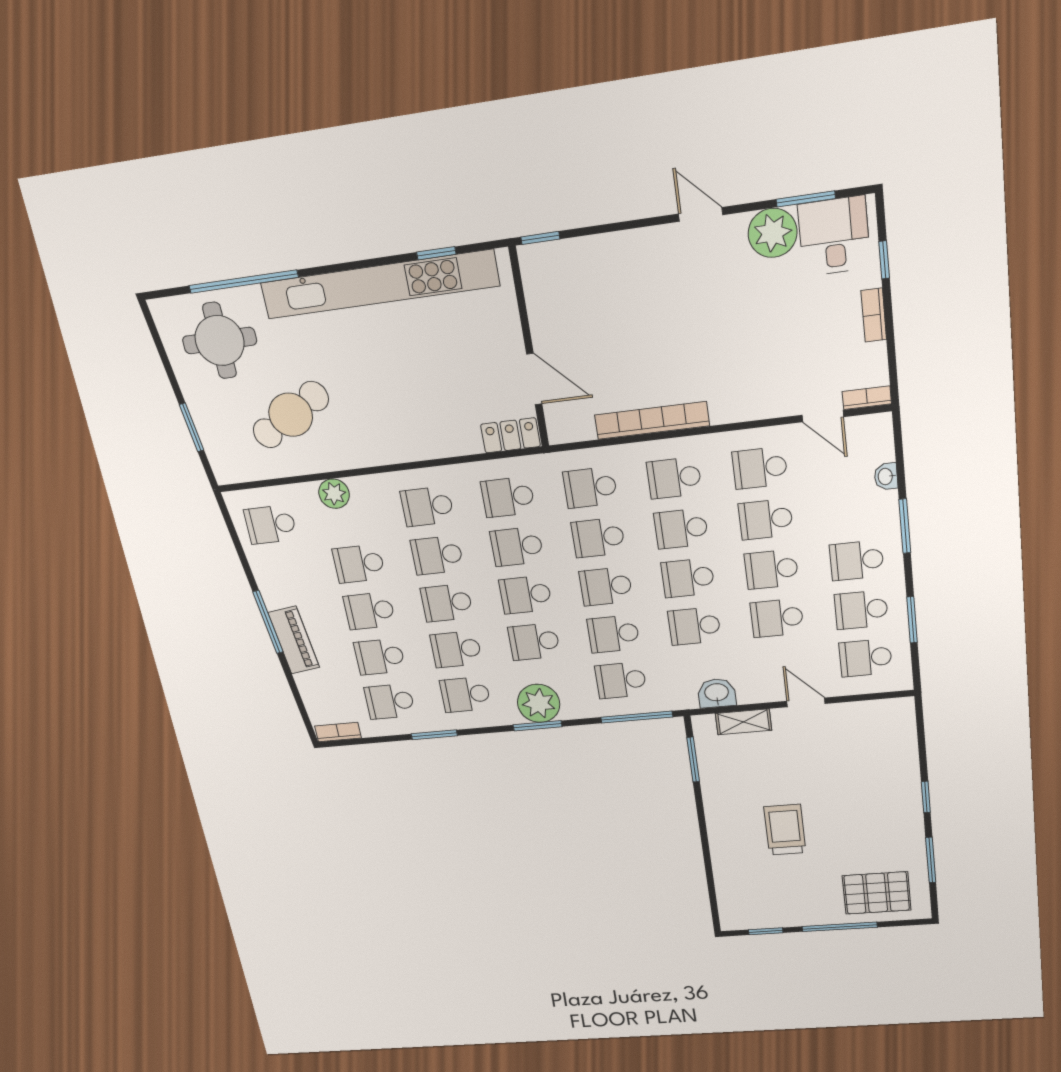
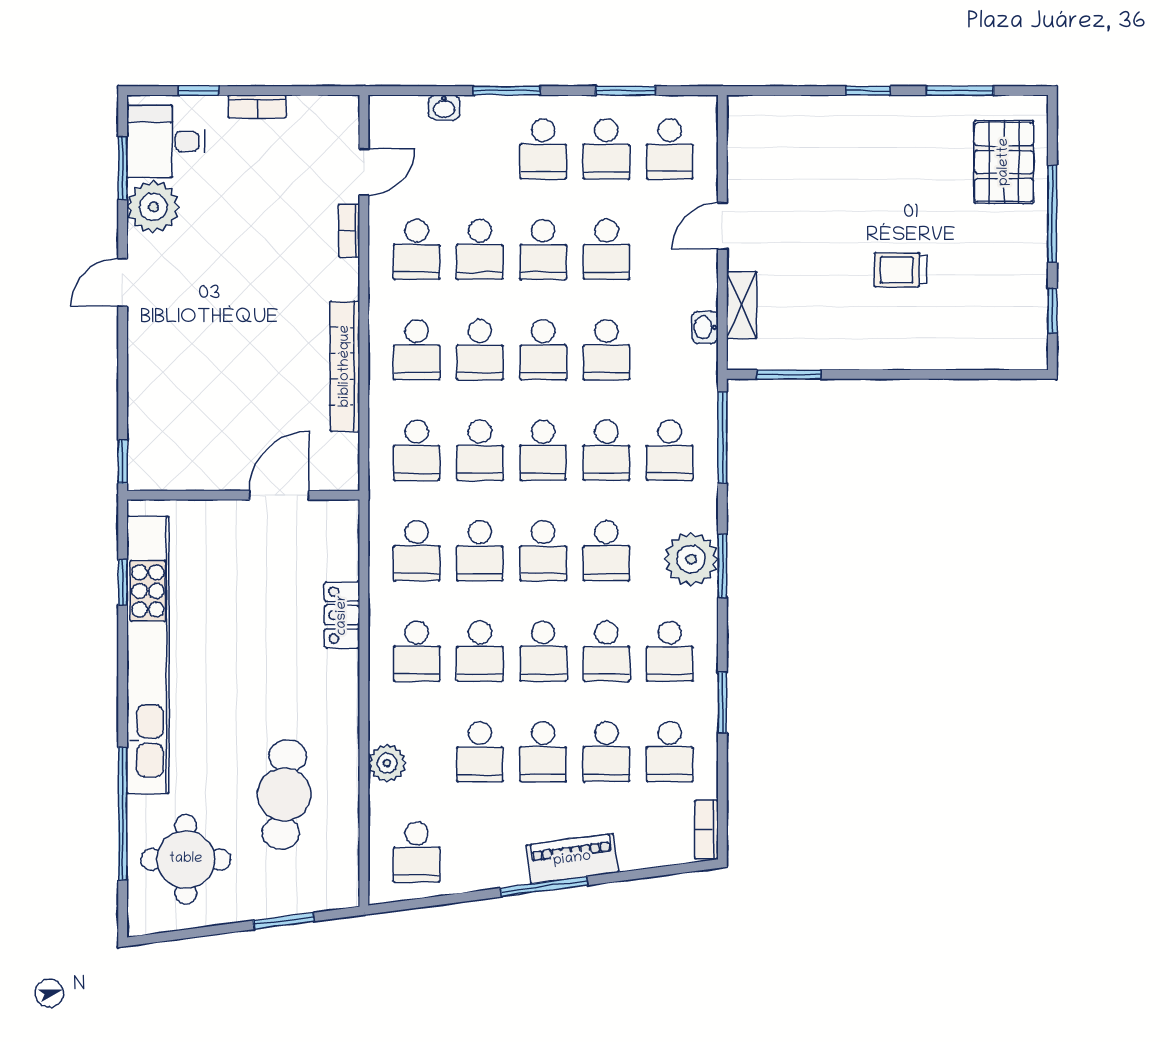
bookcase: (867, 398) -> (349, 231), moved
cafe table: (291, 415) -> (284, 794), turned 34
locker: (510, 435) -> (342, 615), moved
washbasin: (717, 693) -> (705, 327), width x0.72, depth x0.69
trolley: (785, 830) -> (900, 270), width x0.73, depth x0.72

